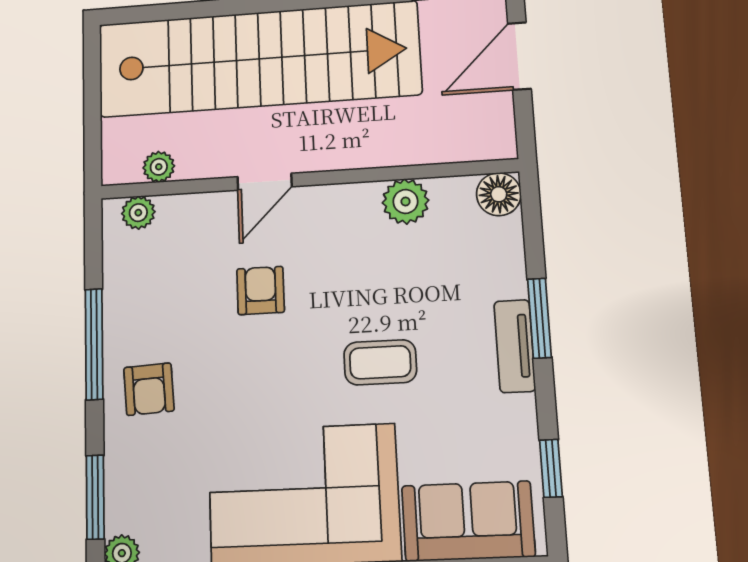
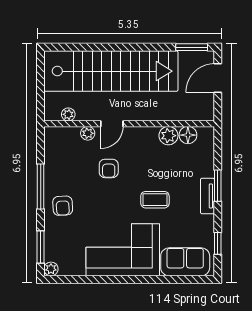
floor lamp: (499, 194) -> (188, 135), moved
plant: (138, 213) -> (88, 133), moved
armchair: (261, 291) -> (109, 168), turned 180

